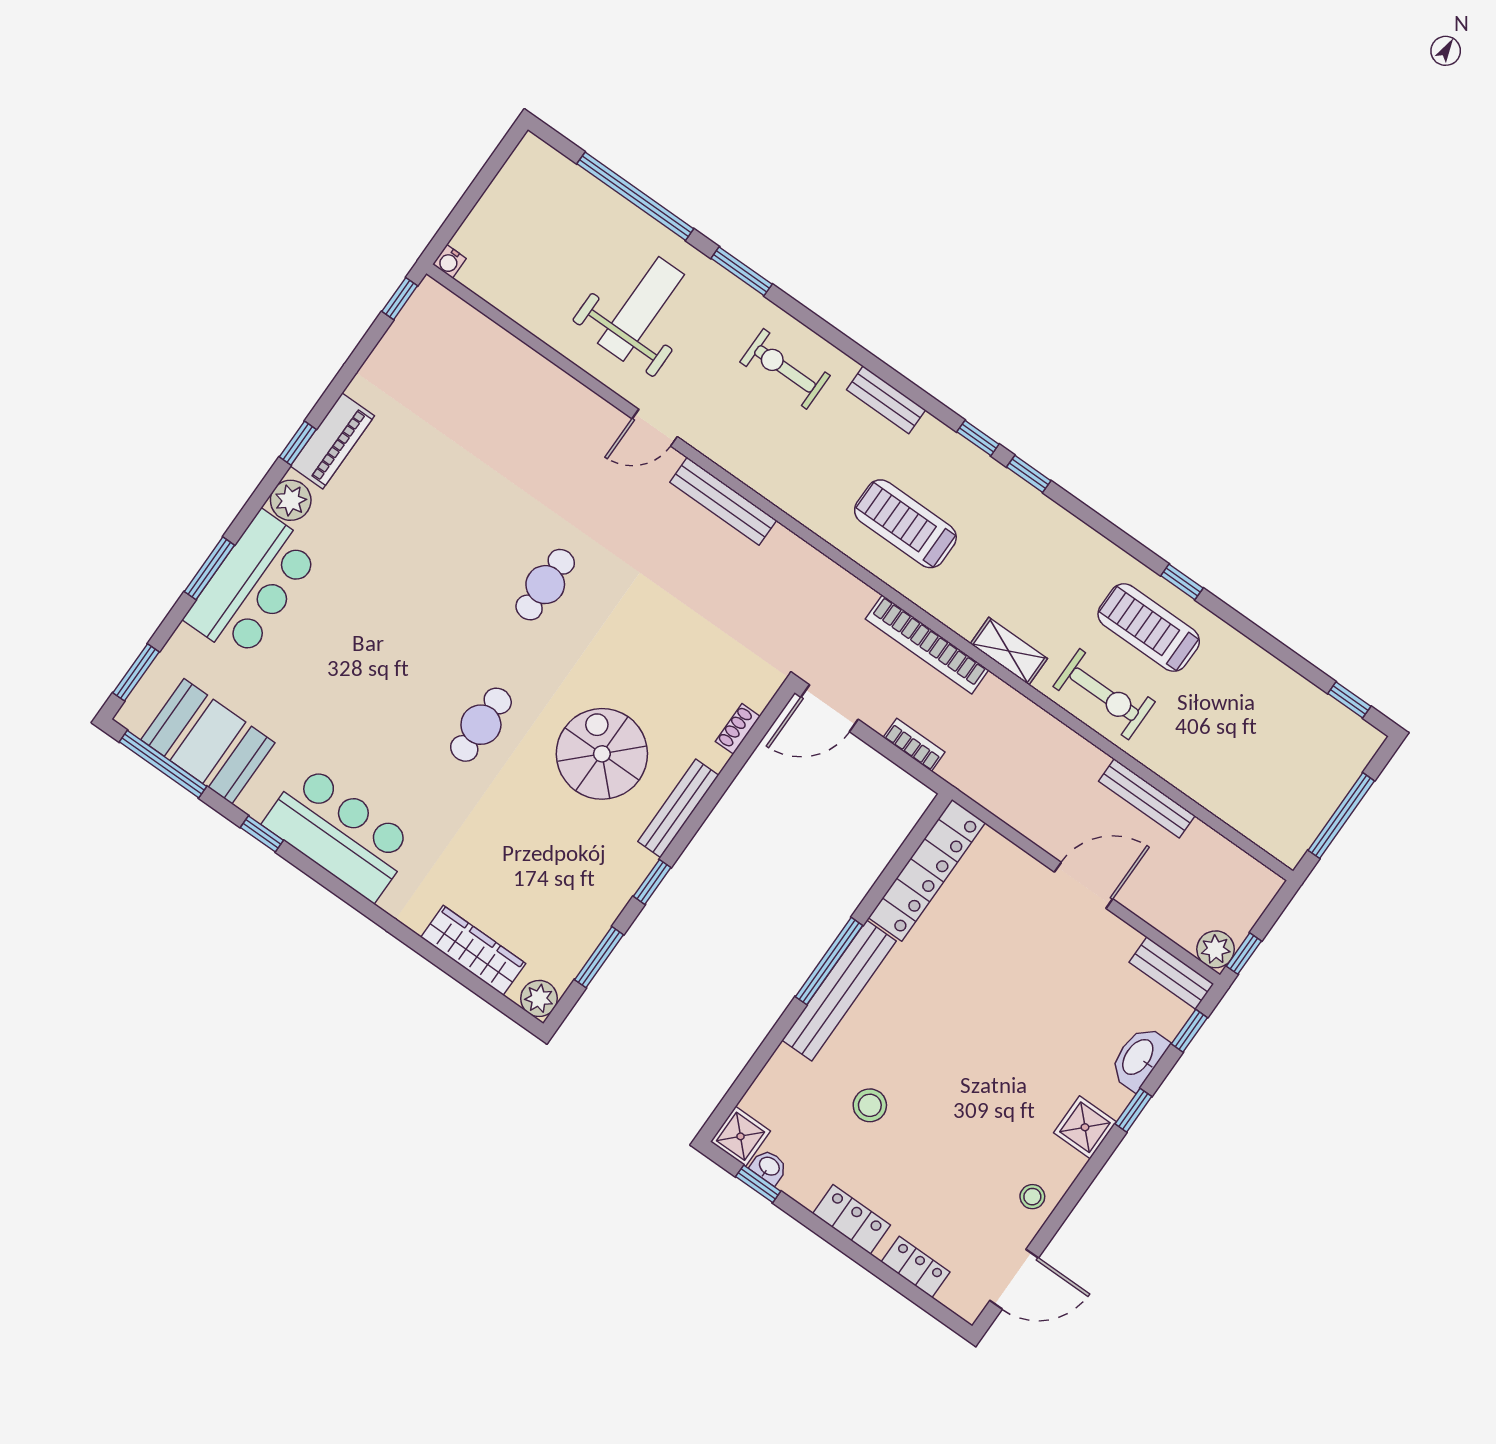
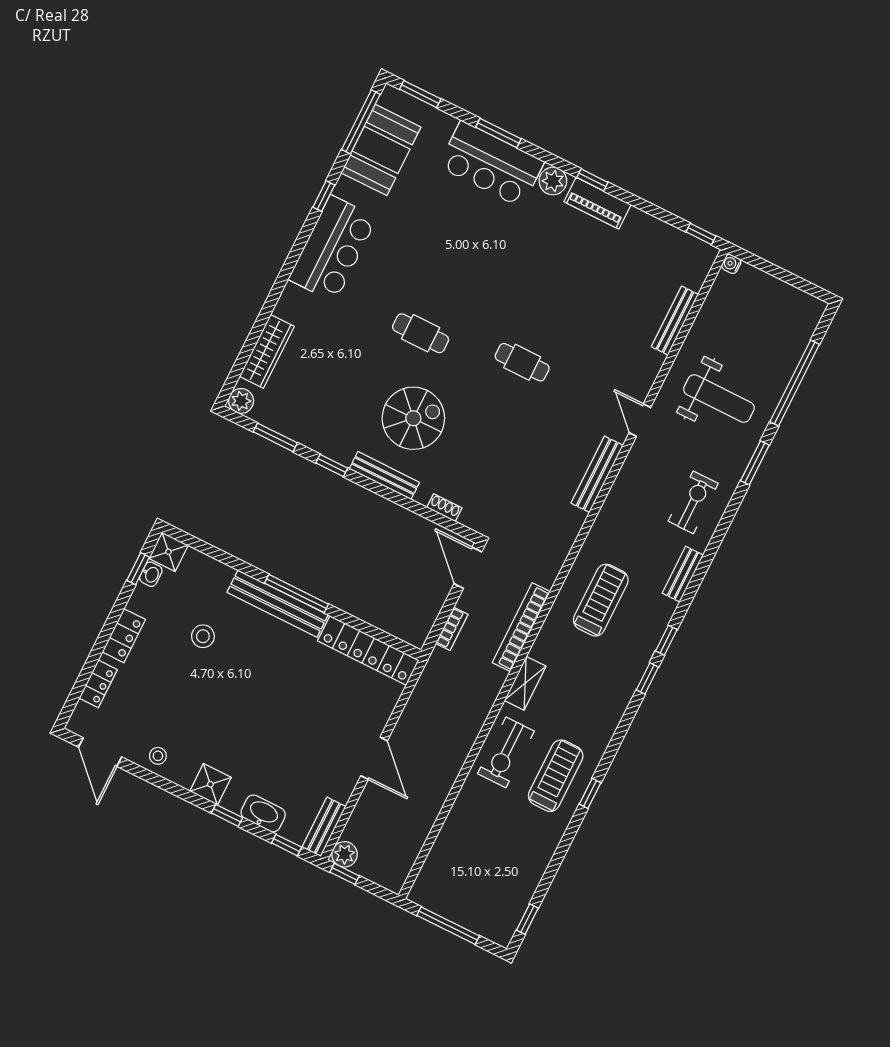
bench: (1147, 798) -> (675, 321), moved

